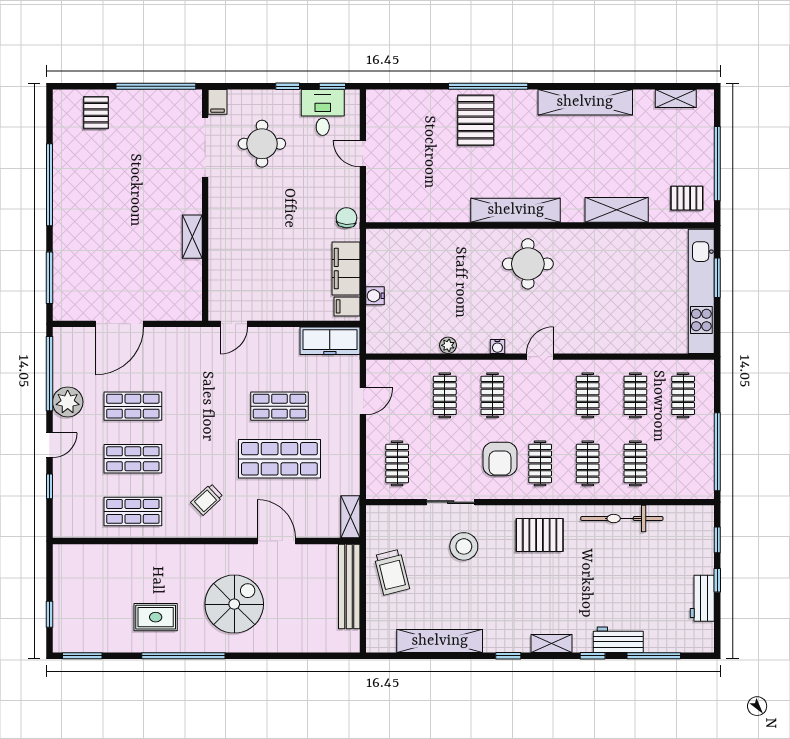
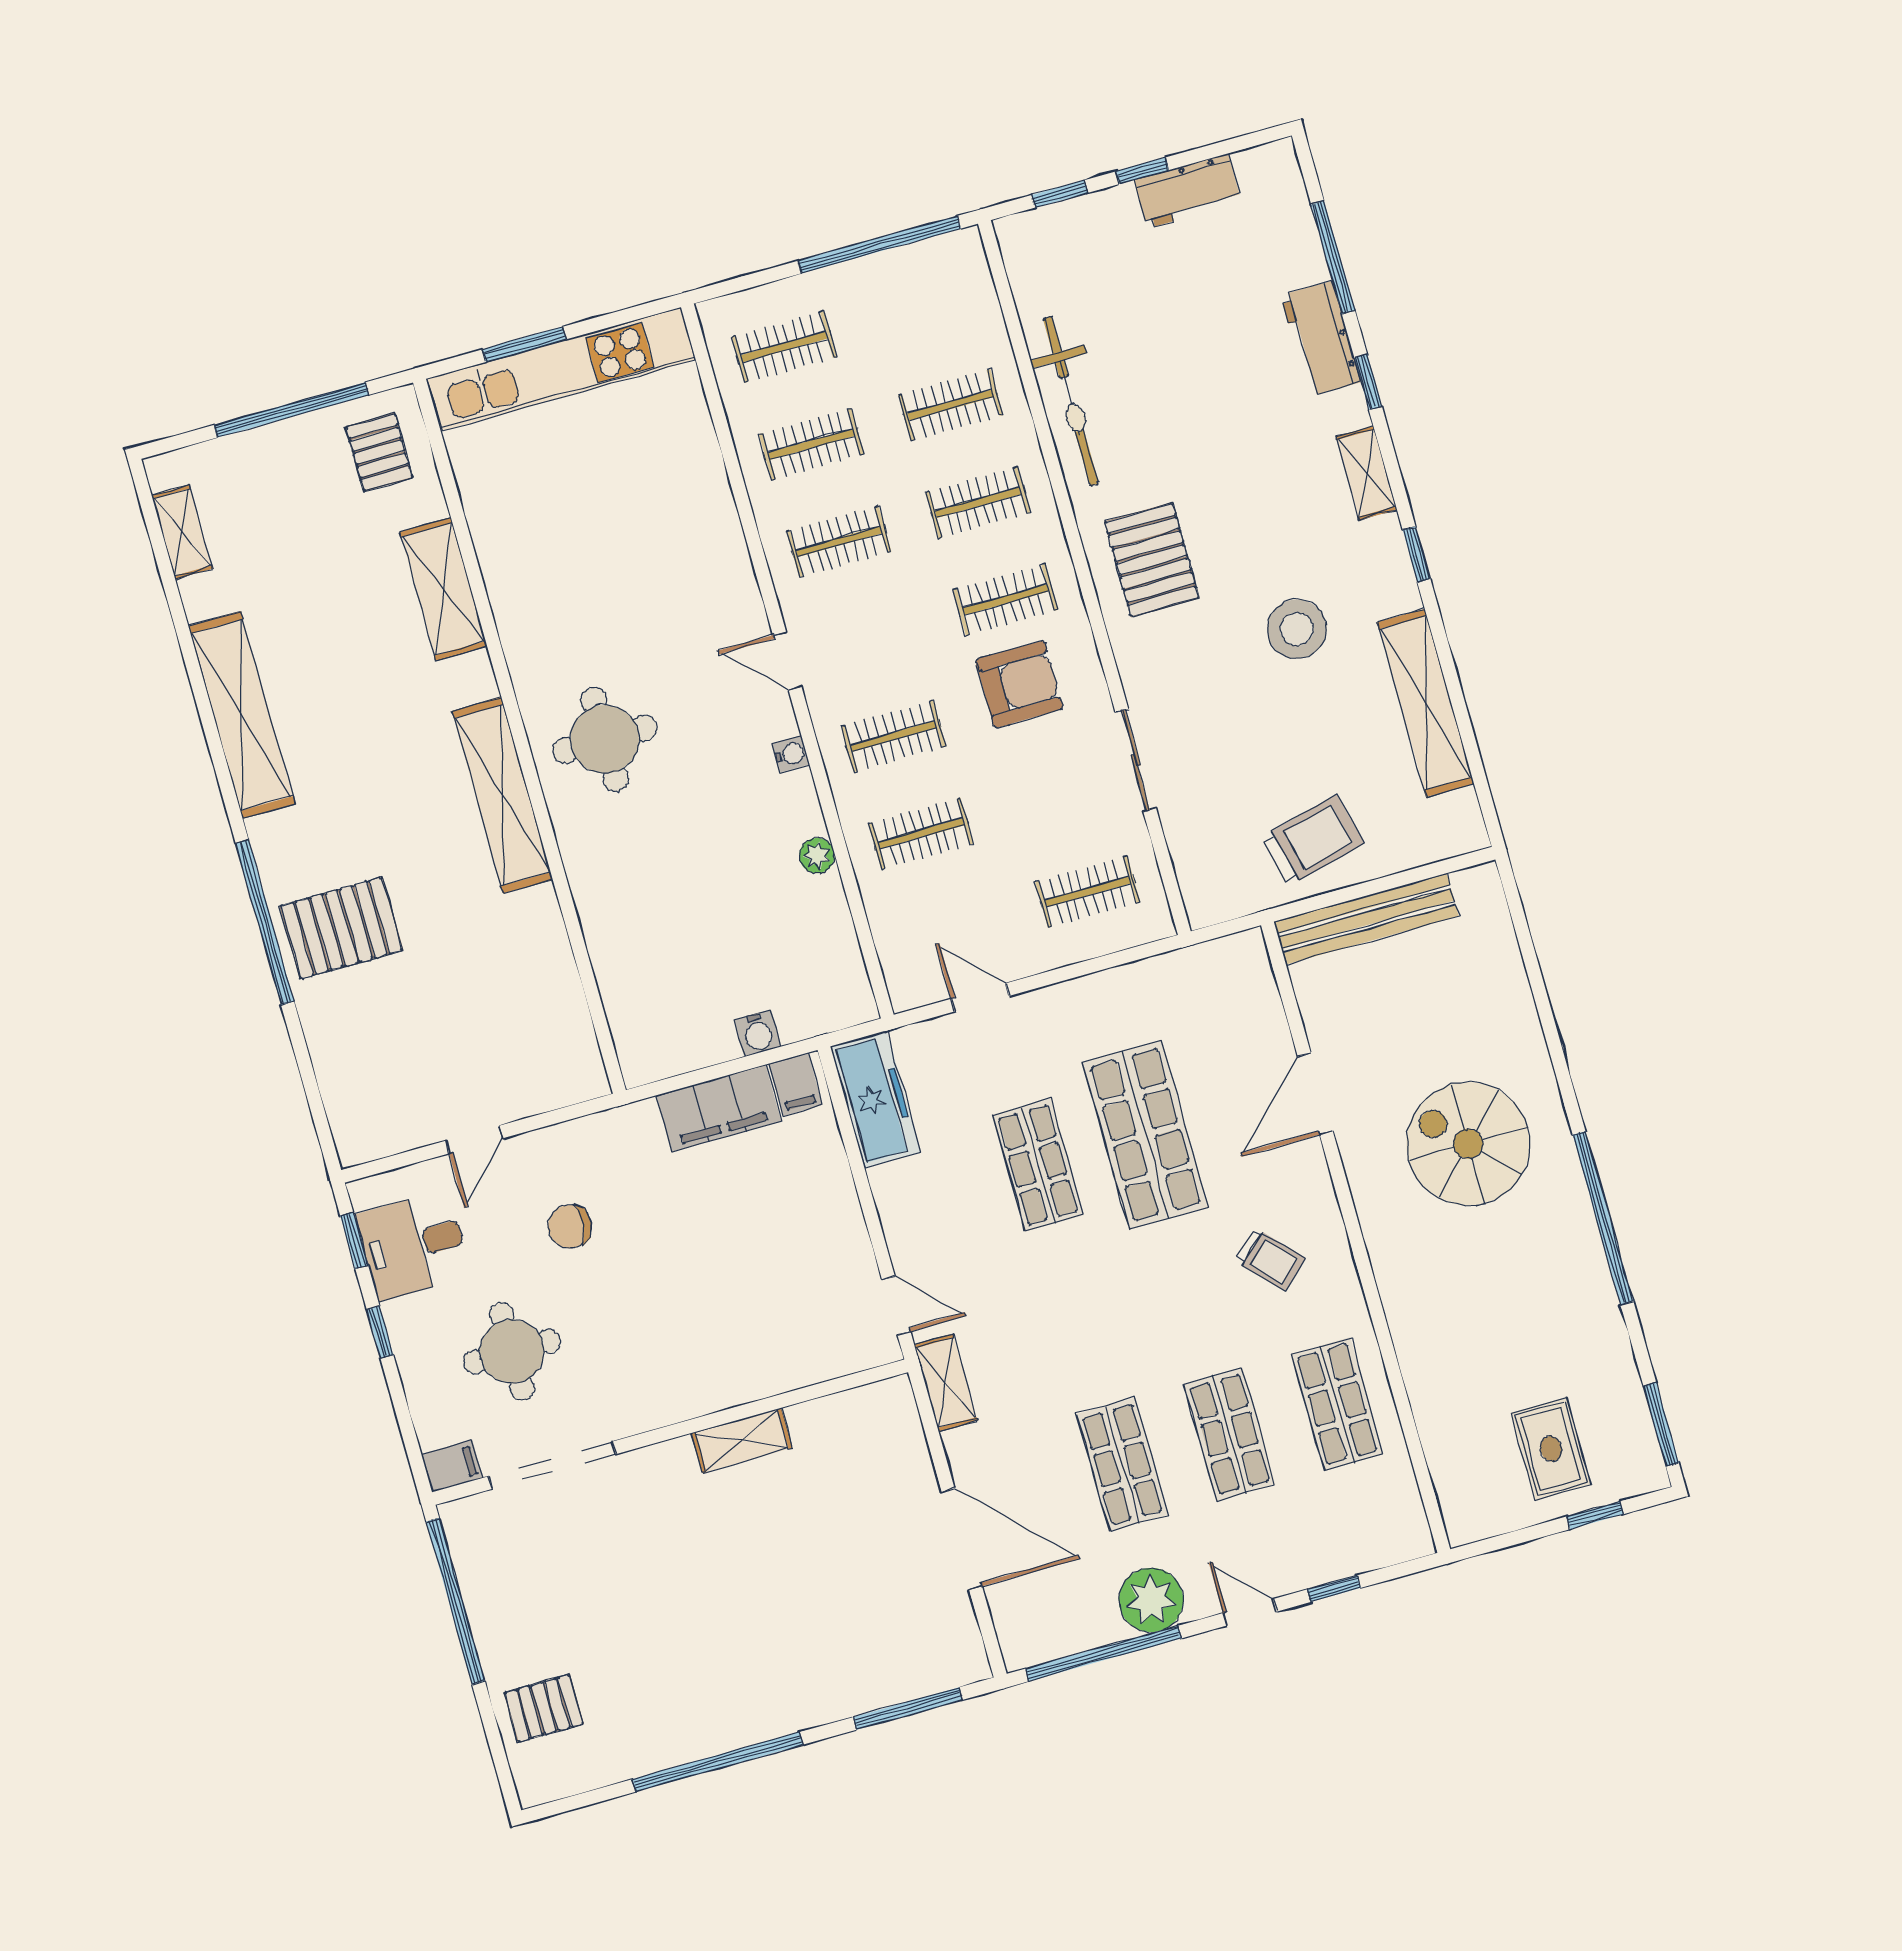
chair: (347, 218) -> (570, 1227), moved
shelving: (350, 517) -> (946, 1383), moved, turned 90
stool: (464, 546) -> (1297, 629), moved
rug: (156, 617) -> (1551, 1449), moved

